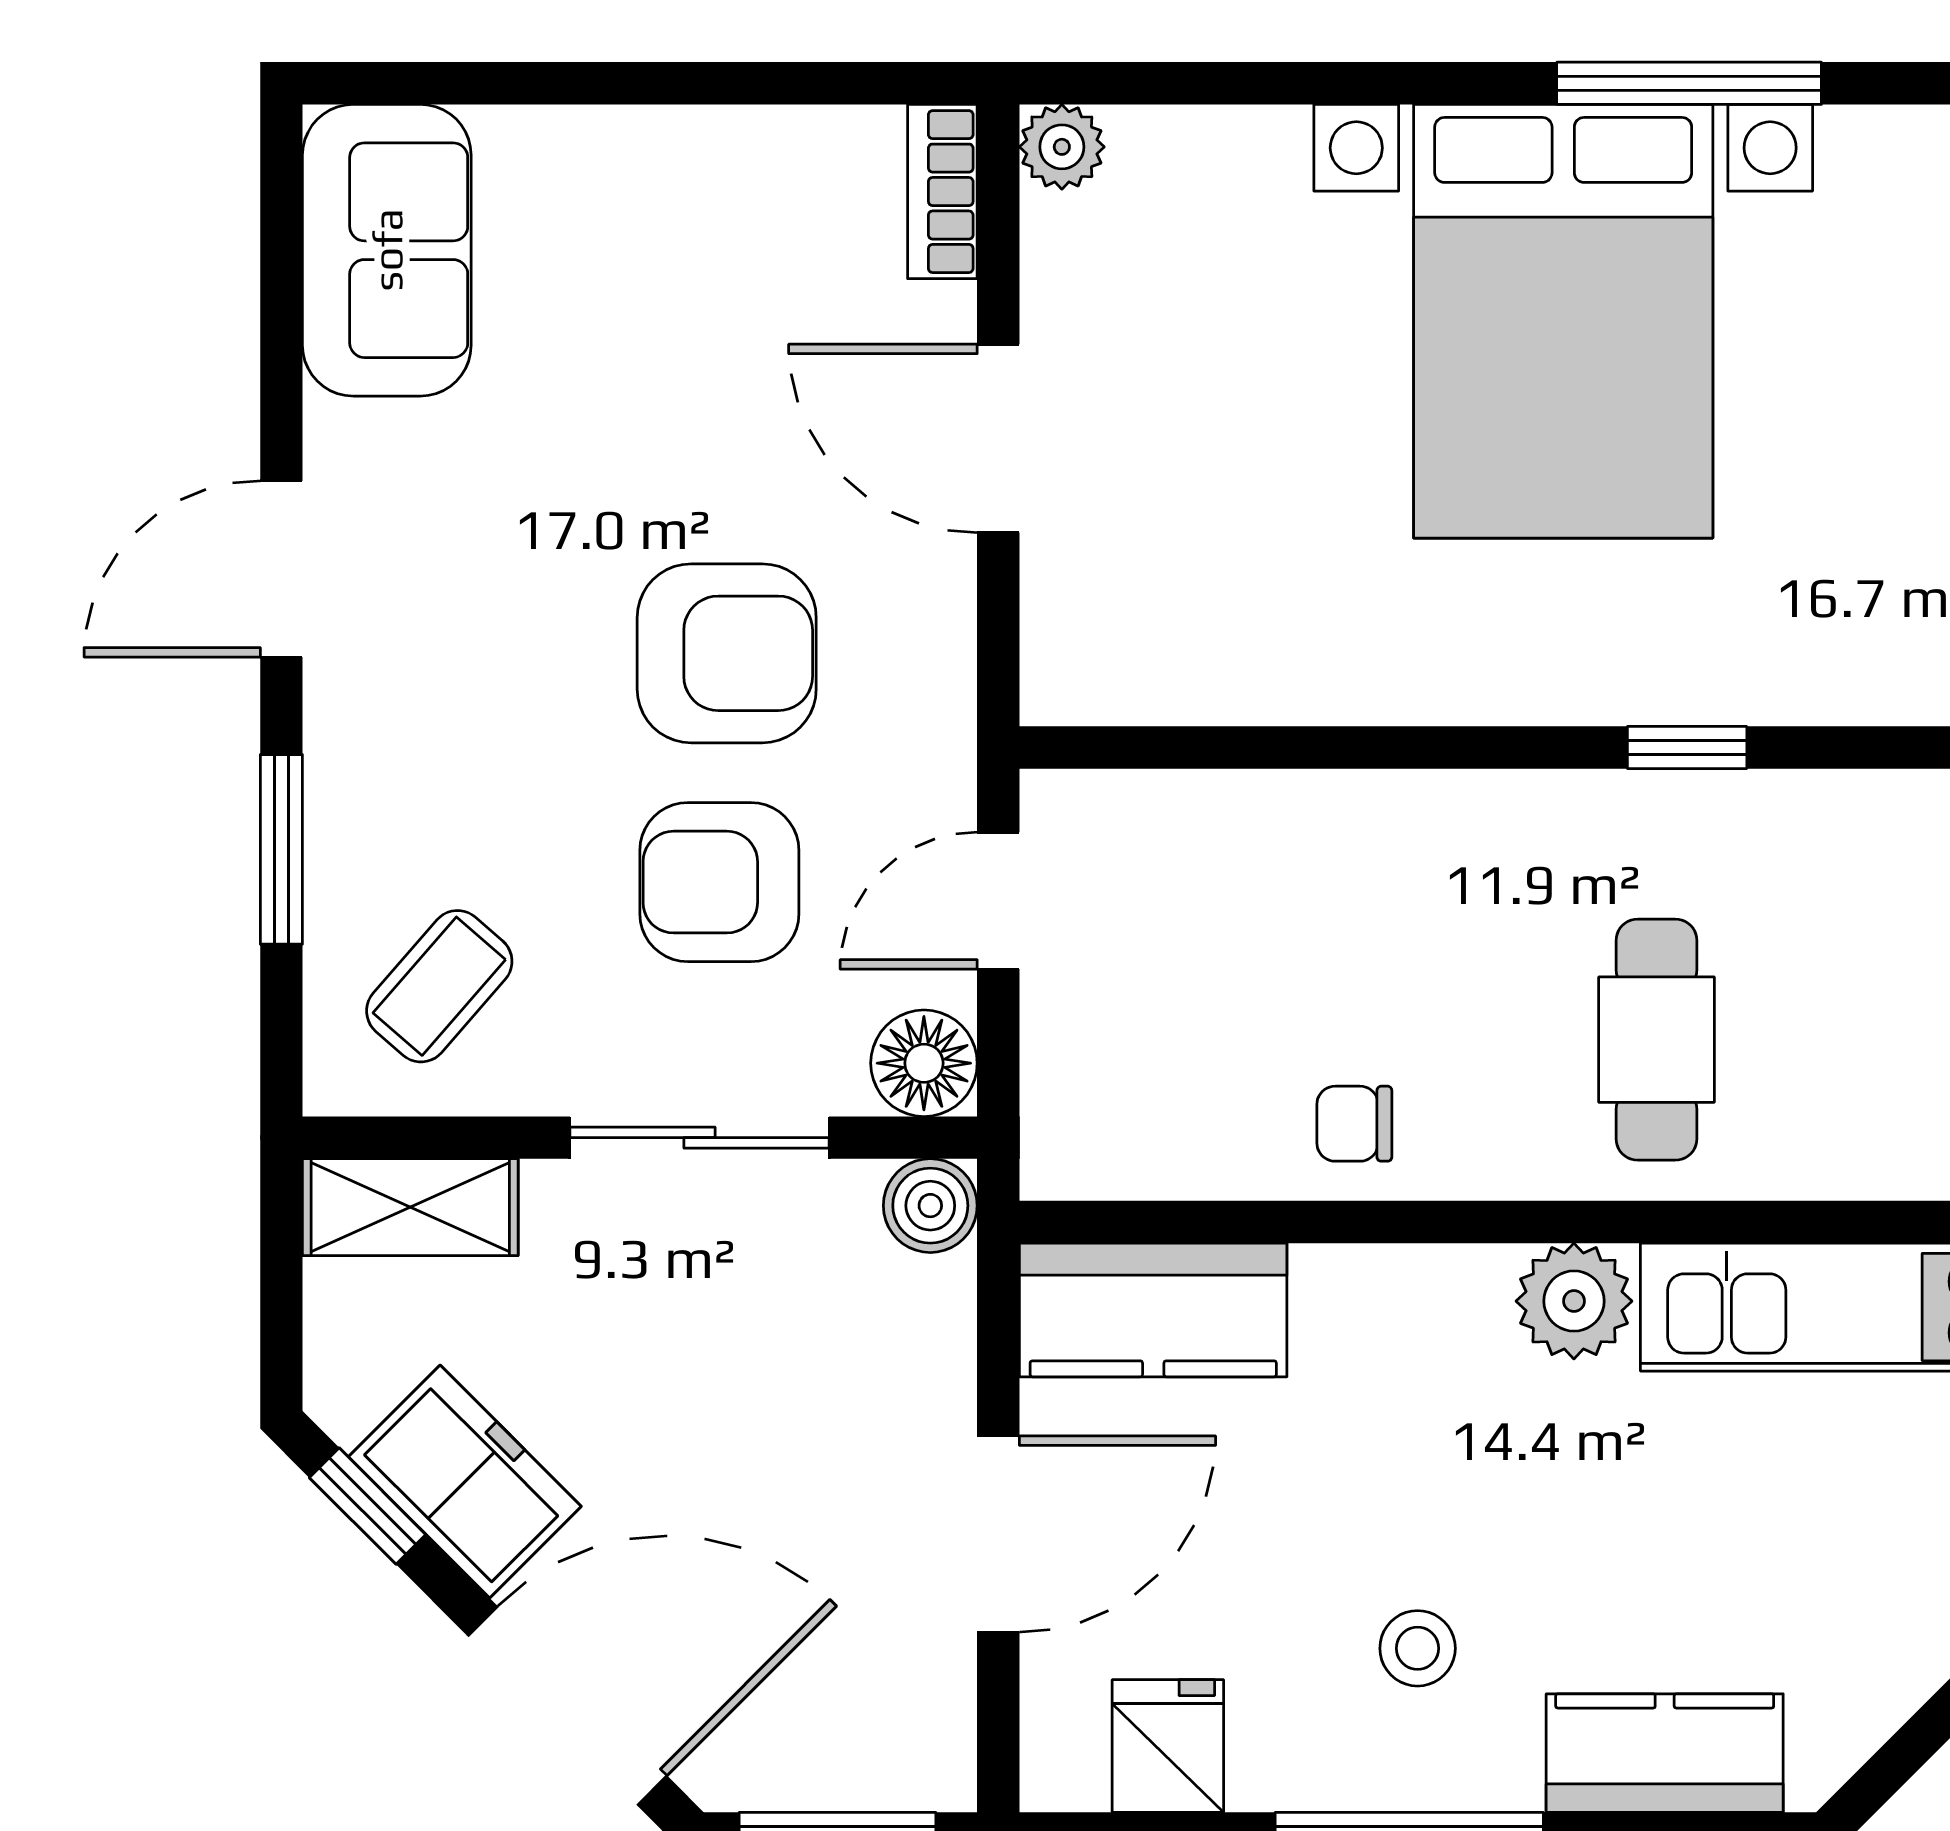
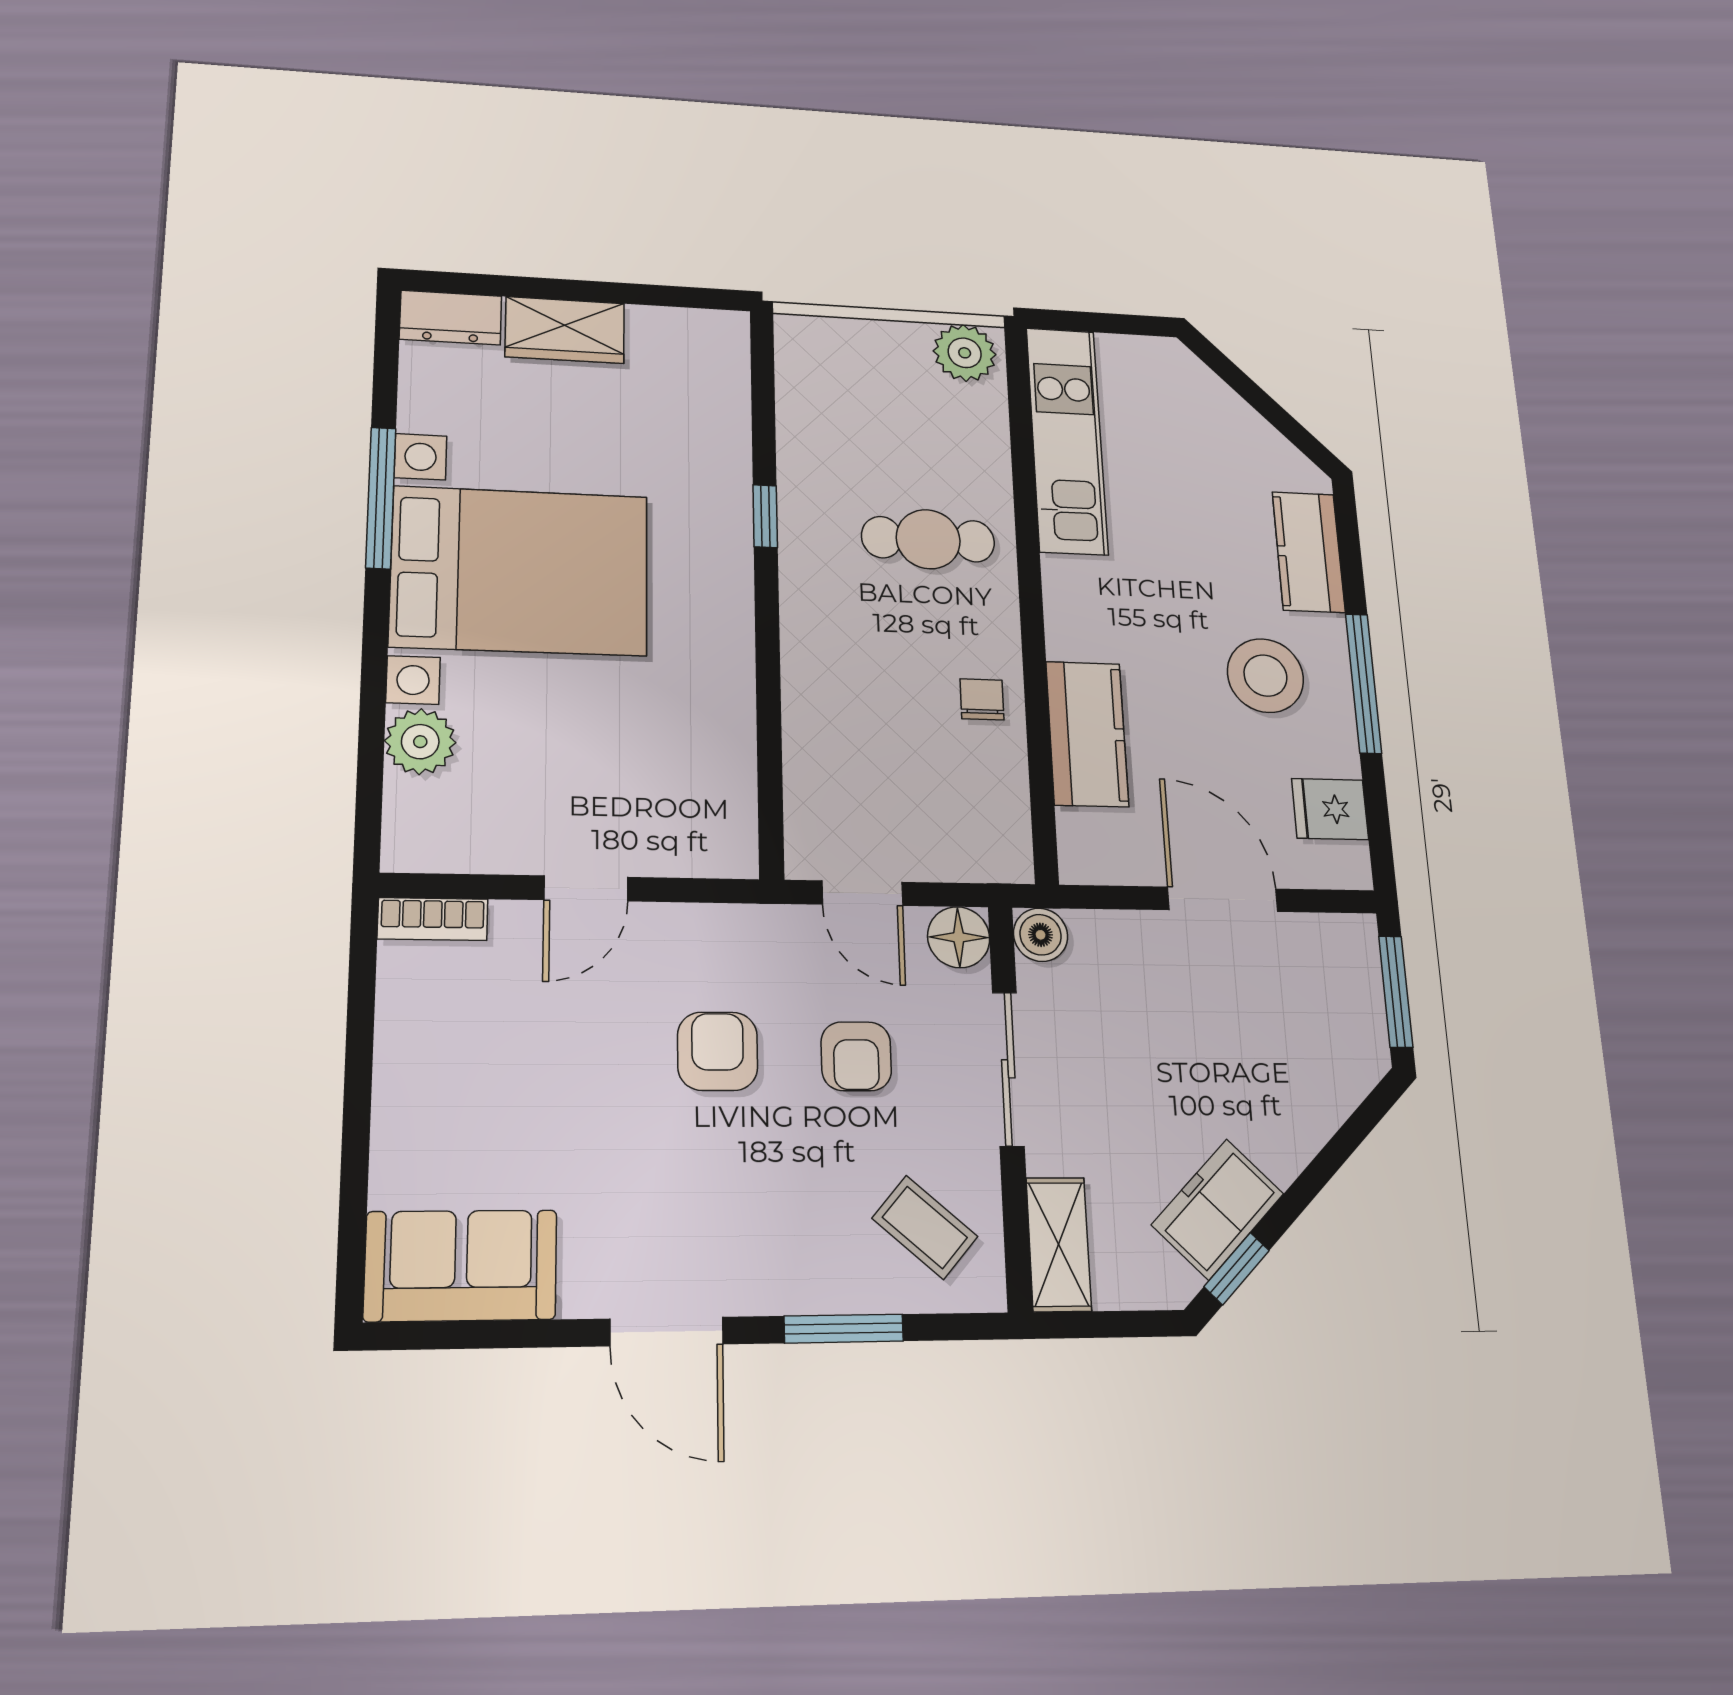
plant: (1062, 147) -> (420, 742), moved, width x1.38, depth x1.38
door: (998, 438) -> (586, 889), width x0.73
armchair: (727, 653) -> (718, 1051), width x0.72, depth x0.72
armchair: (719, 882) -> (856, 1056), width x0.72, depth x0.72
chair: (1354, 1124) -> (982, 699), turned 180
plant: (1574, 1301) -> (1073, 588), removed
kitchen counter: (1153, 1310) -> (1087, 734), moved
stool: (1418, 1648) -> (1265, 676), width x1.89, depth x1.89
door: (567, 1706) -> (1341, 1147), removed

